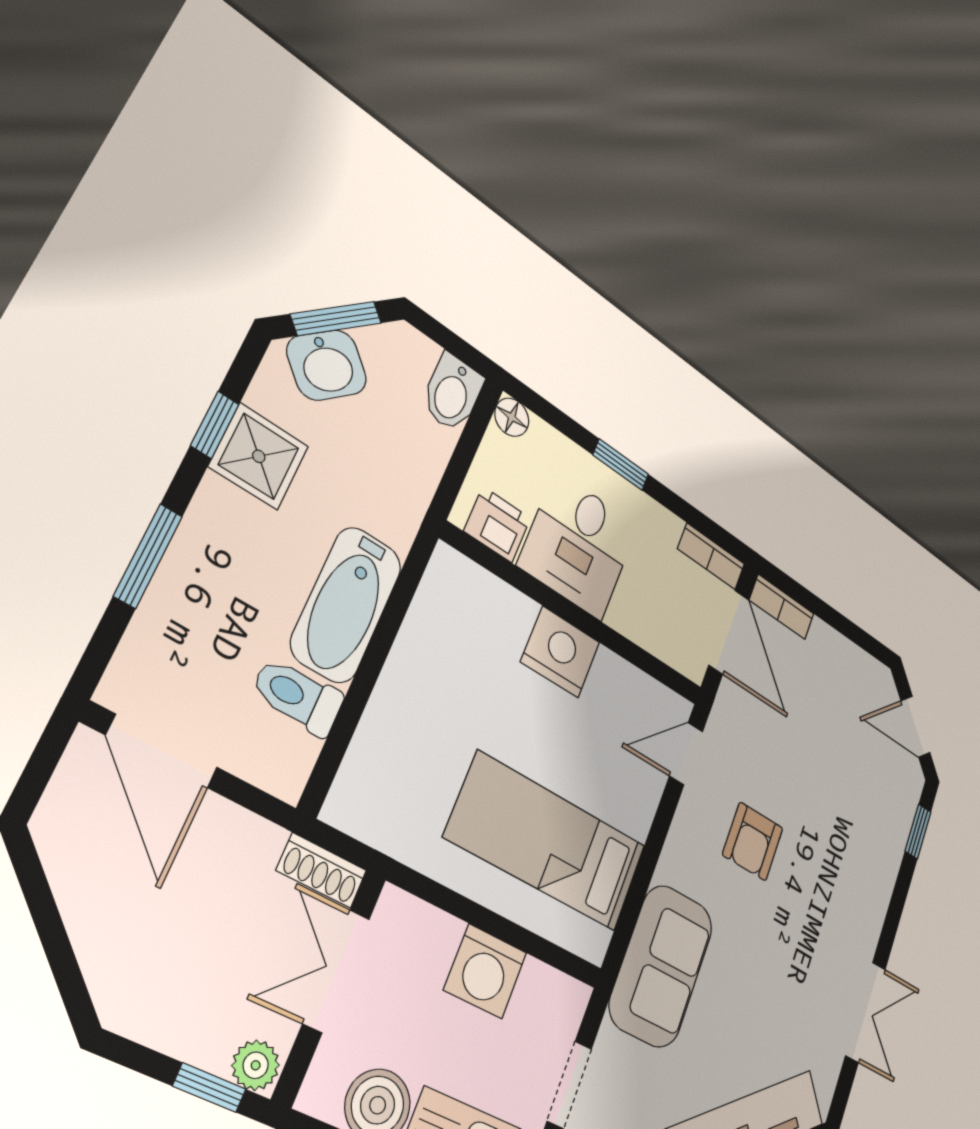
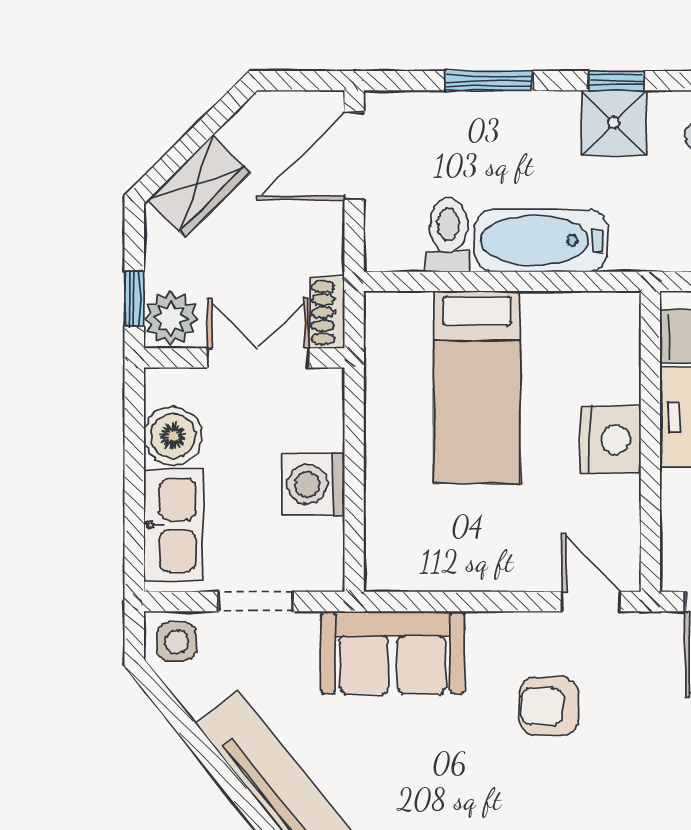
bed: (547, 842) -> (477, 387), moved, turned 180
wardrobe: (112, 950) -> (199, 186), added
plant: (256, 1065) -> (171, 319), width x1.38, depth x1.38

